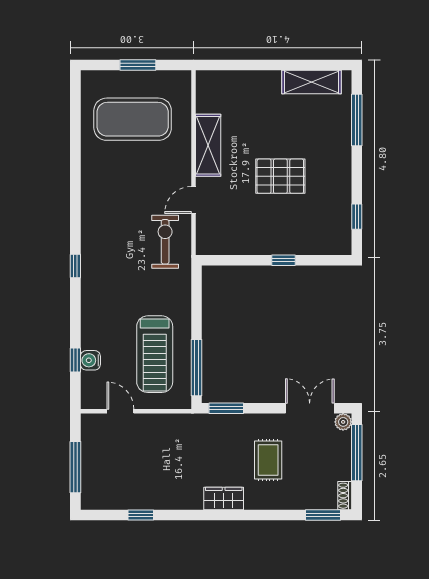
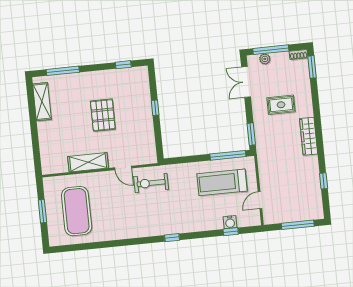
treadmill: (155, 354) -> (222, 182), turned 180
plant: (343, 422) -> (265, 59), moved
wardrobe: (224, 498) -> (309, 136), width x1.50

